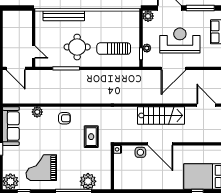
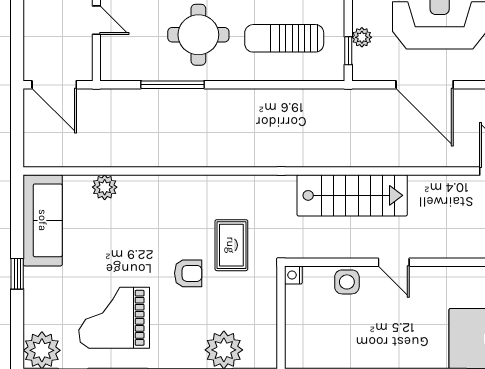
door: (34, 52) -> (96, 20), moved
door: (174, 68) -> (425, 85), hinge flipped
stairs: (161, 115) -> (352, 195), moved
armchair: (64, 118) -> (188, 273), moved
door: (160, 144) -> (394, 262), width x0.53

